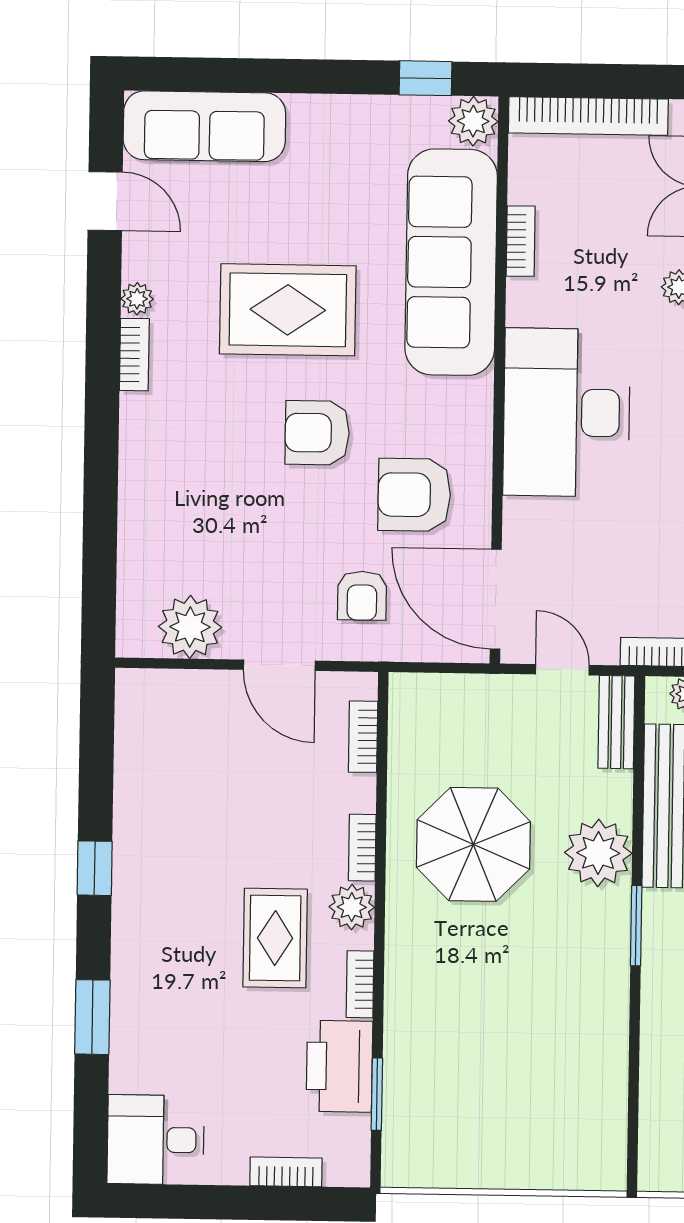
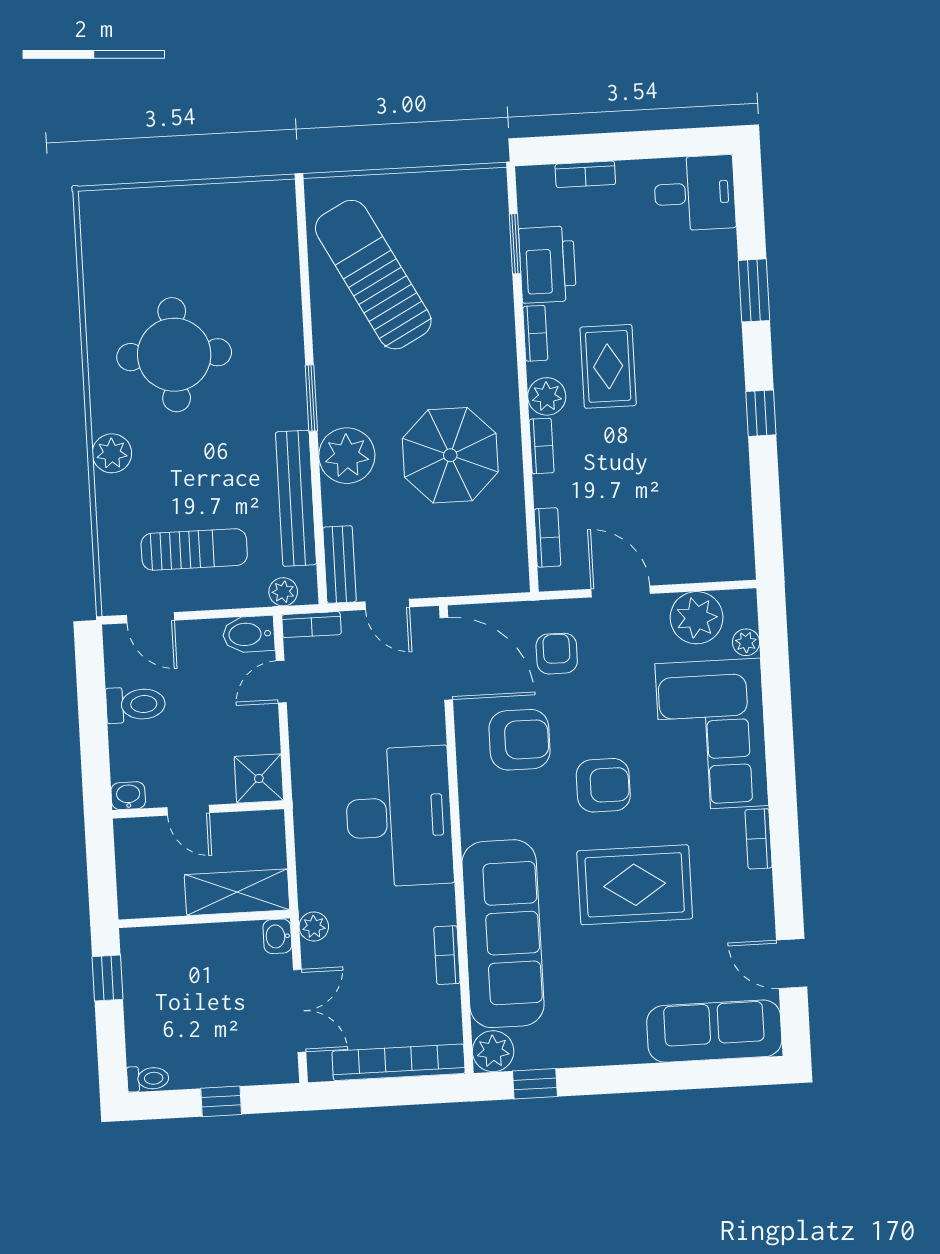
plant: (137, 299) -> (746, 642), moved
corner sofa: (182, 484) -> (712, 735), added
sun lounger: (551, 1069) -> (373, 275), added

